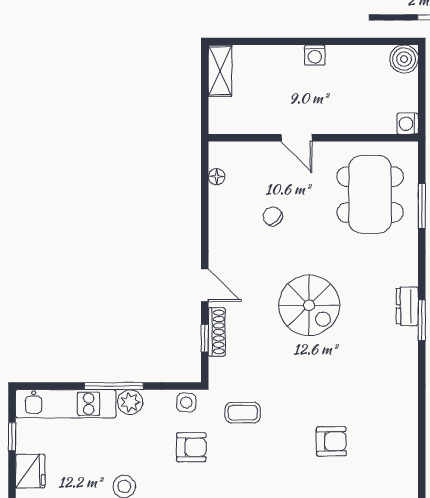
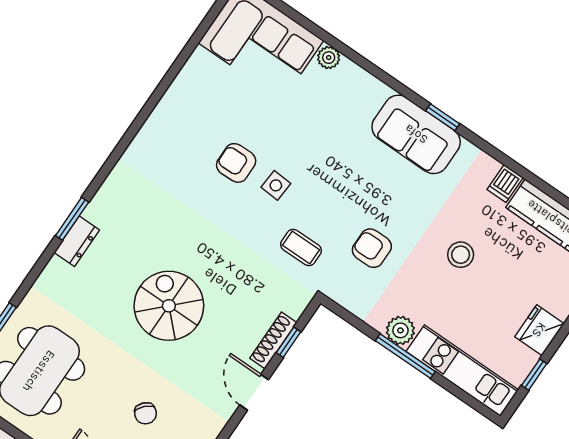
side table: (186, 403) -> (276, 185), moved

